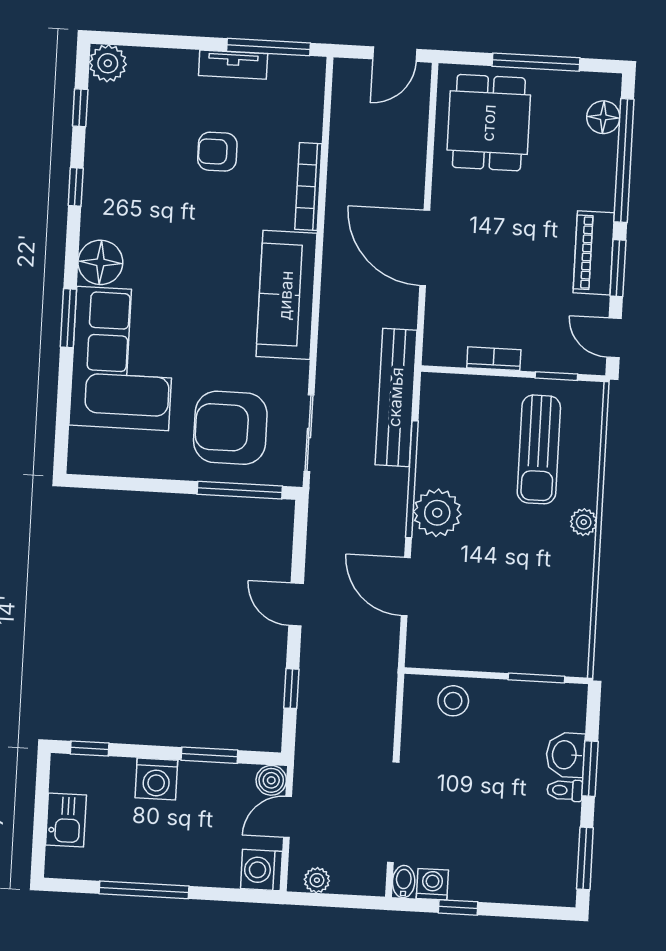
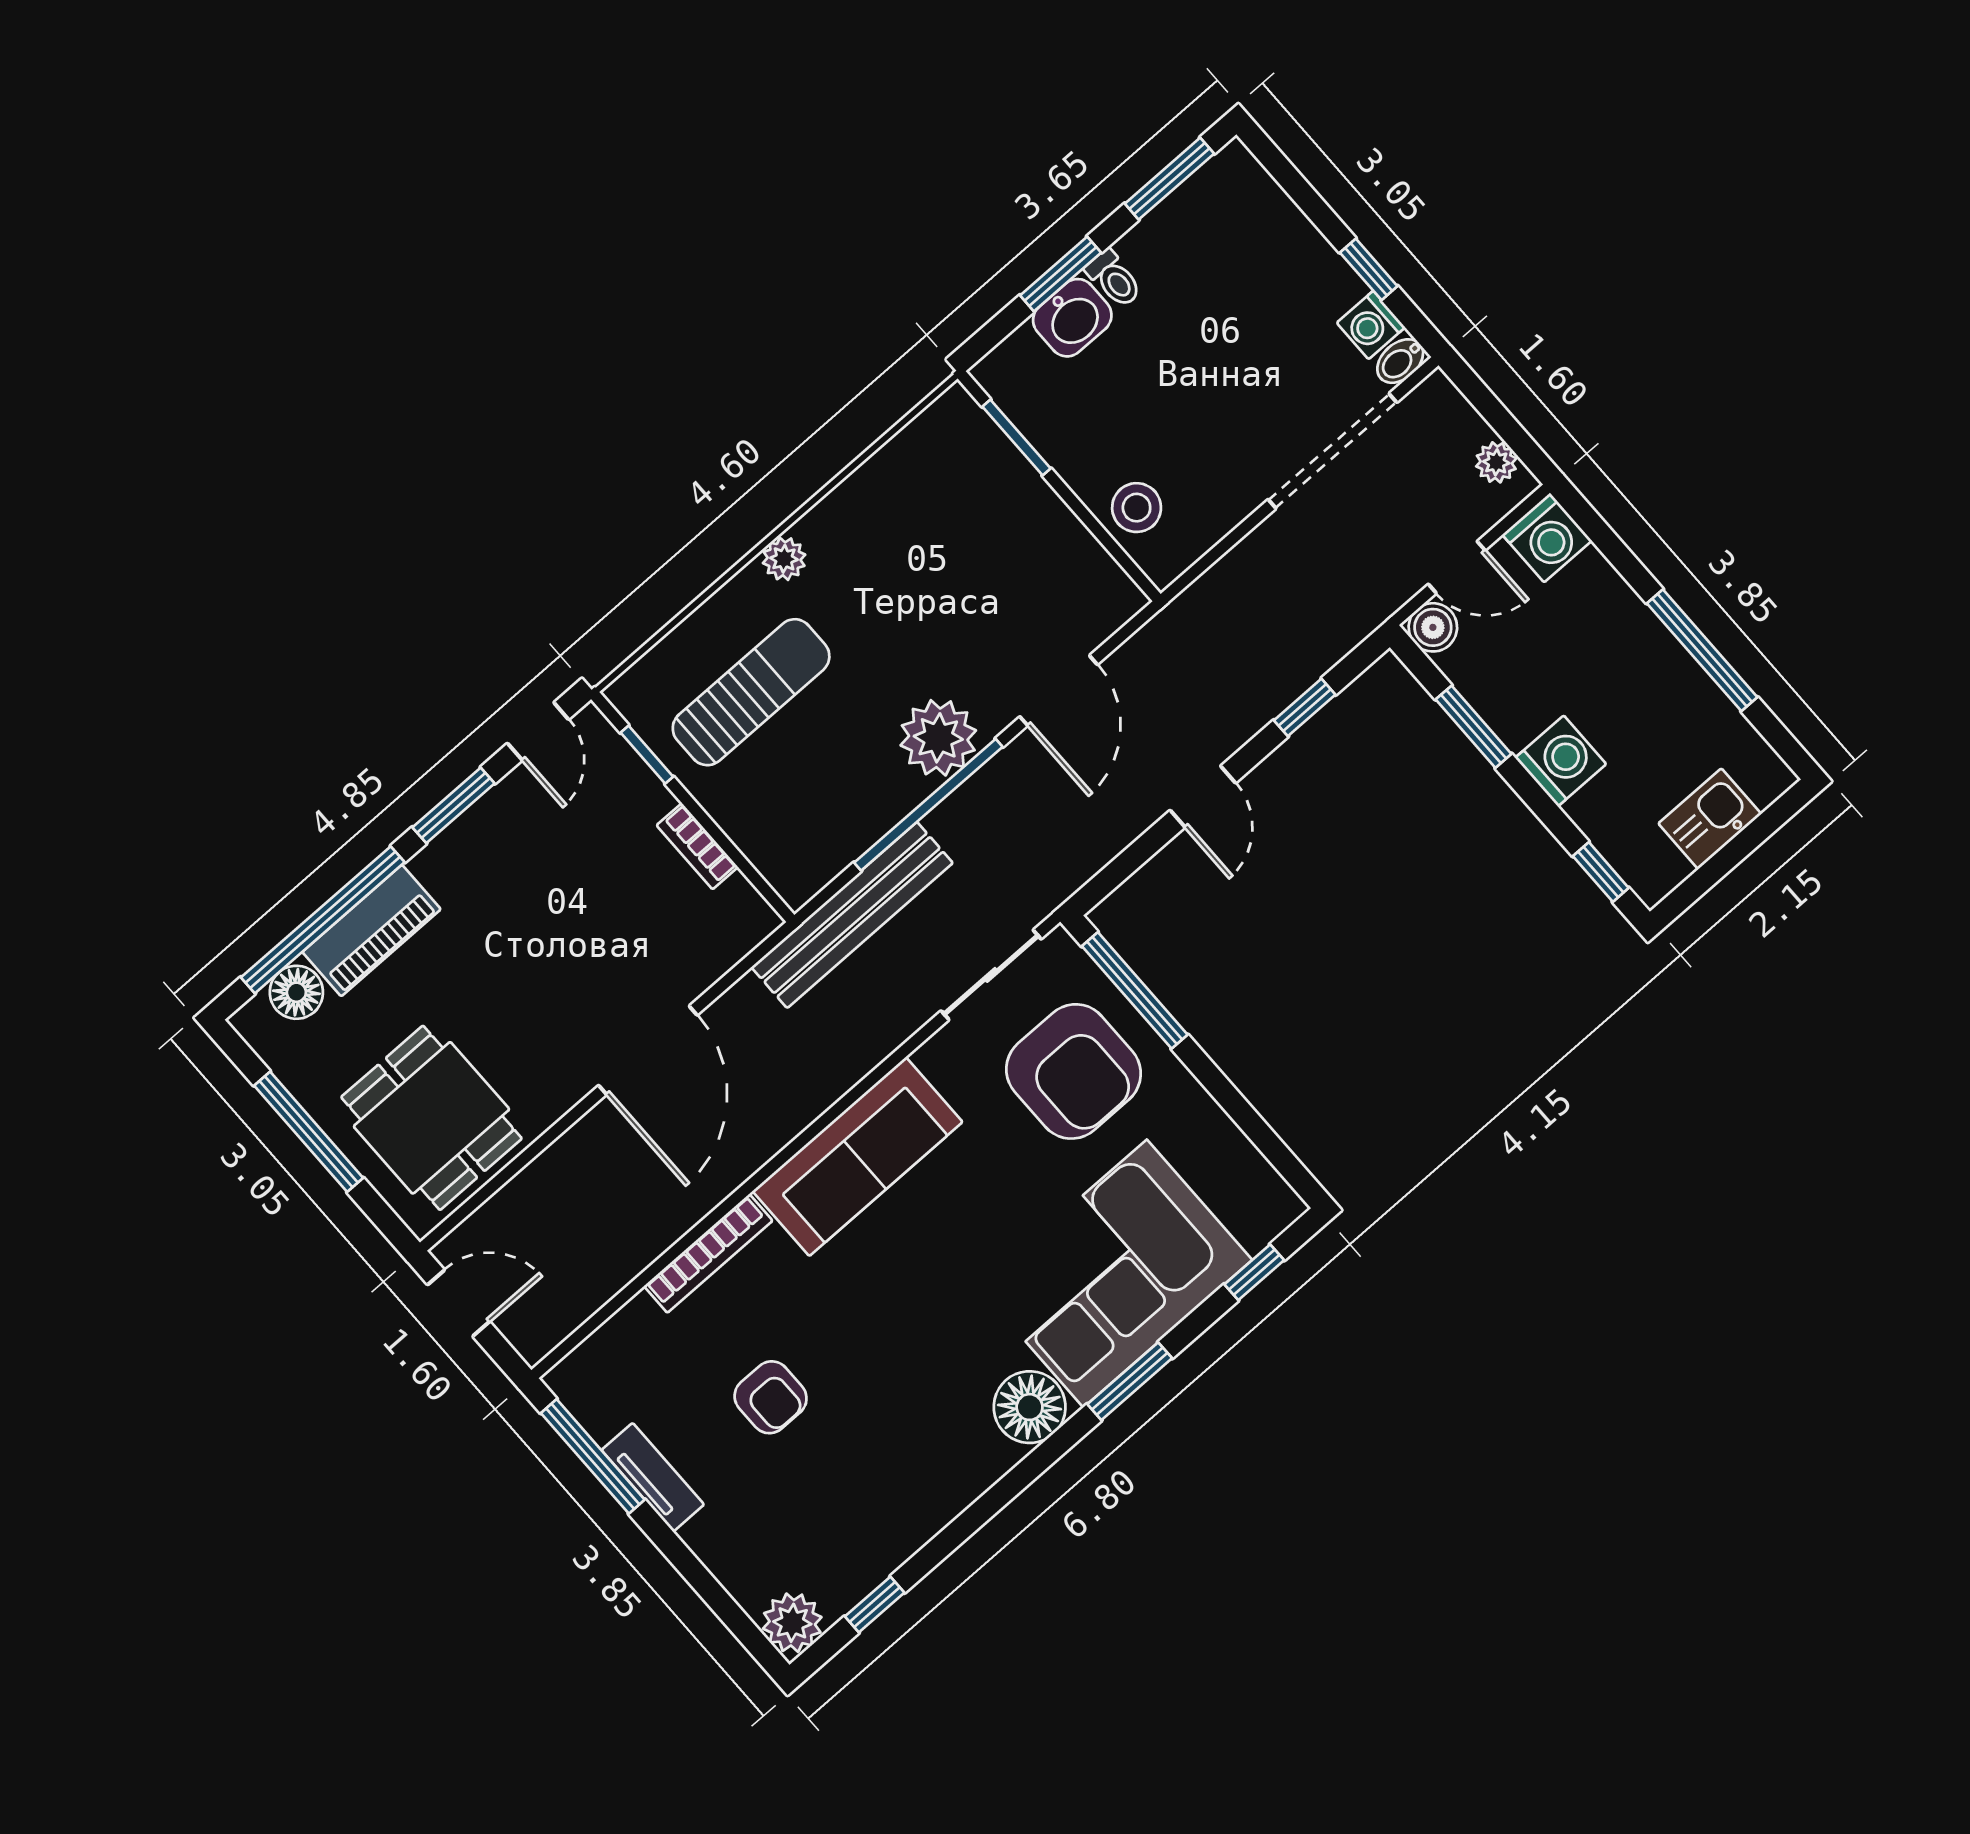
dining table: (489, 123) -> (431, 1118), turned 90
window: (76, 187) -> (1254, 1272), moved
piano: (594, 253) -> (372, 931), moved

